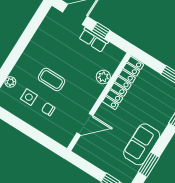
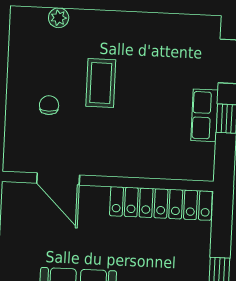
plant: (103, 77) -> (153, 166), removed
side table: (29, 97) -> (51, 62), removed

